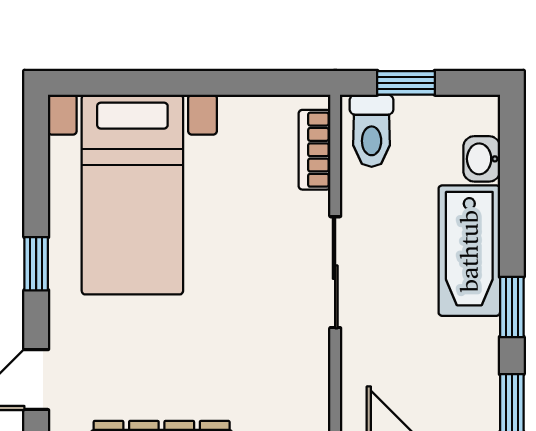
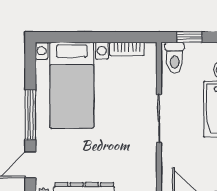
bookcase: (315, 150) -> (127, 49), moved, turned -90
window: (36, 264) -> (30, 115), width x2.17

